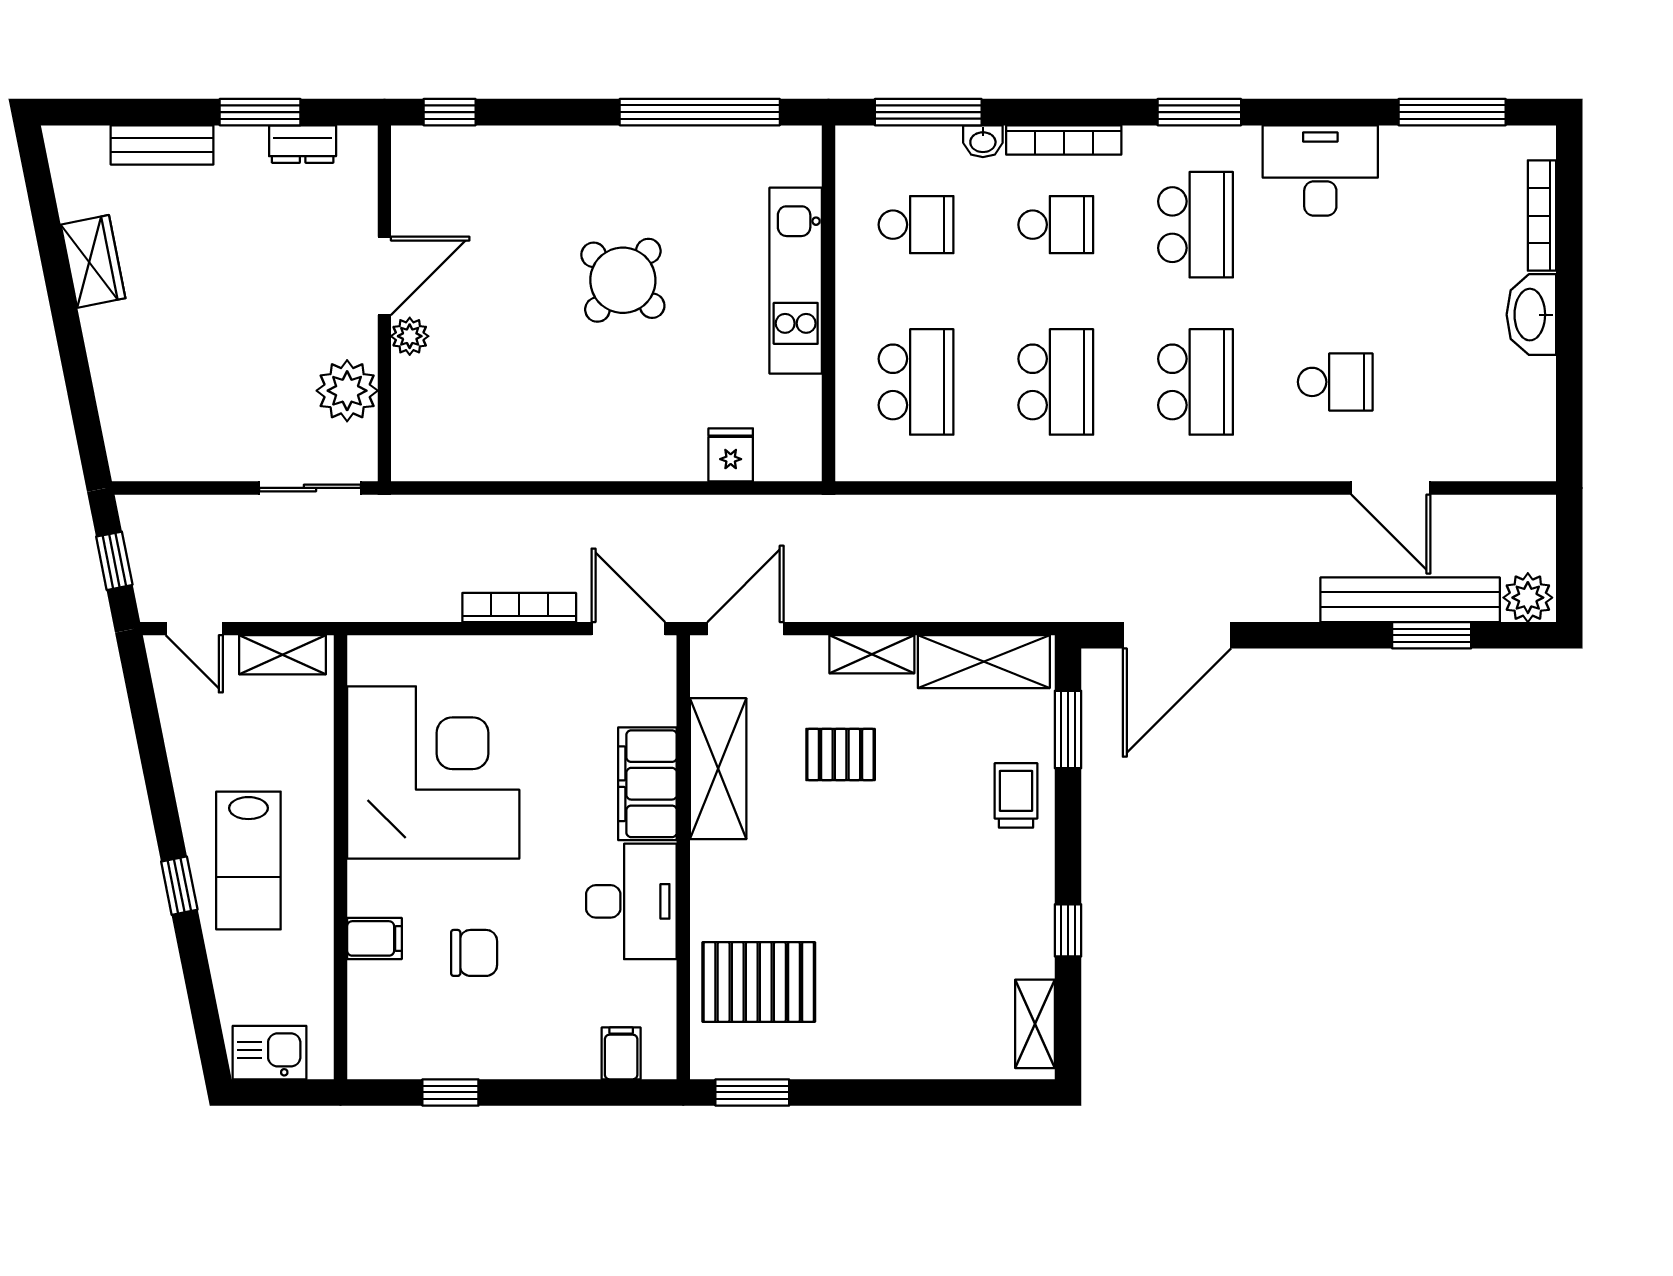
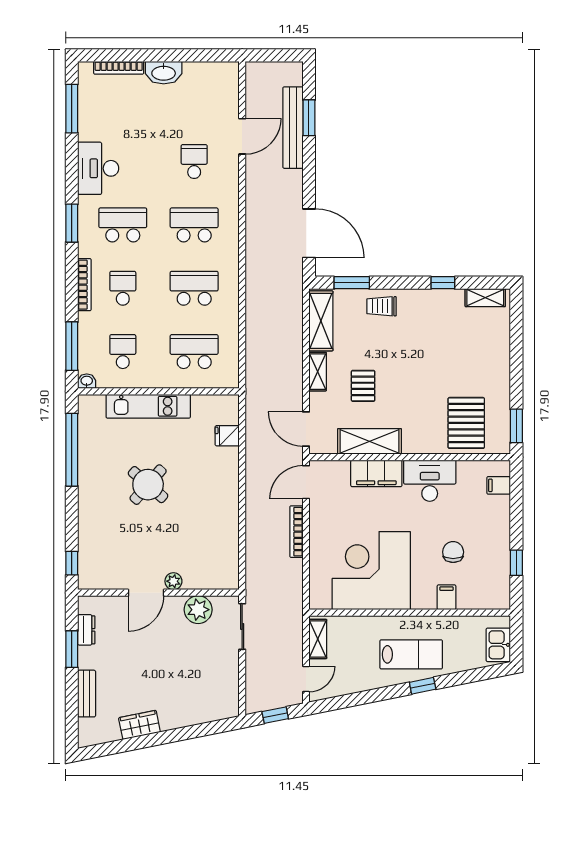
washbasin: (983, 141) -> (87, 381), moved, turned -90
door: (384, 276) -> (146, 593), swing flipped
plant: (1528, 598) -> (292, 74), removed

